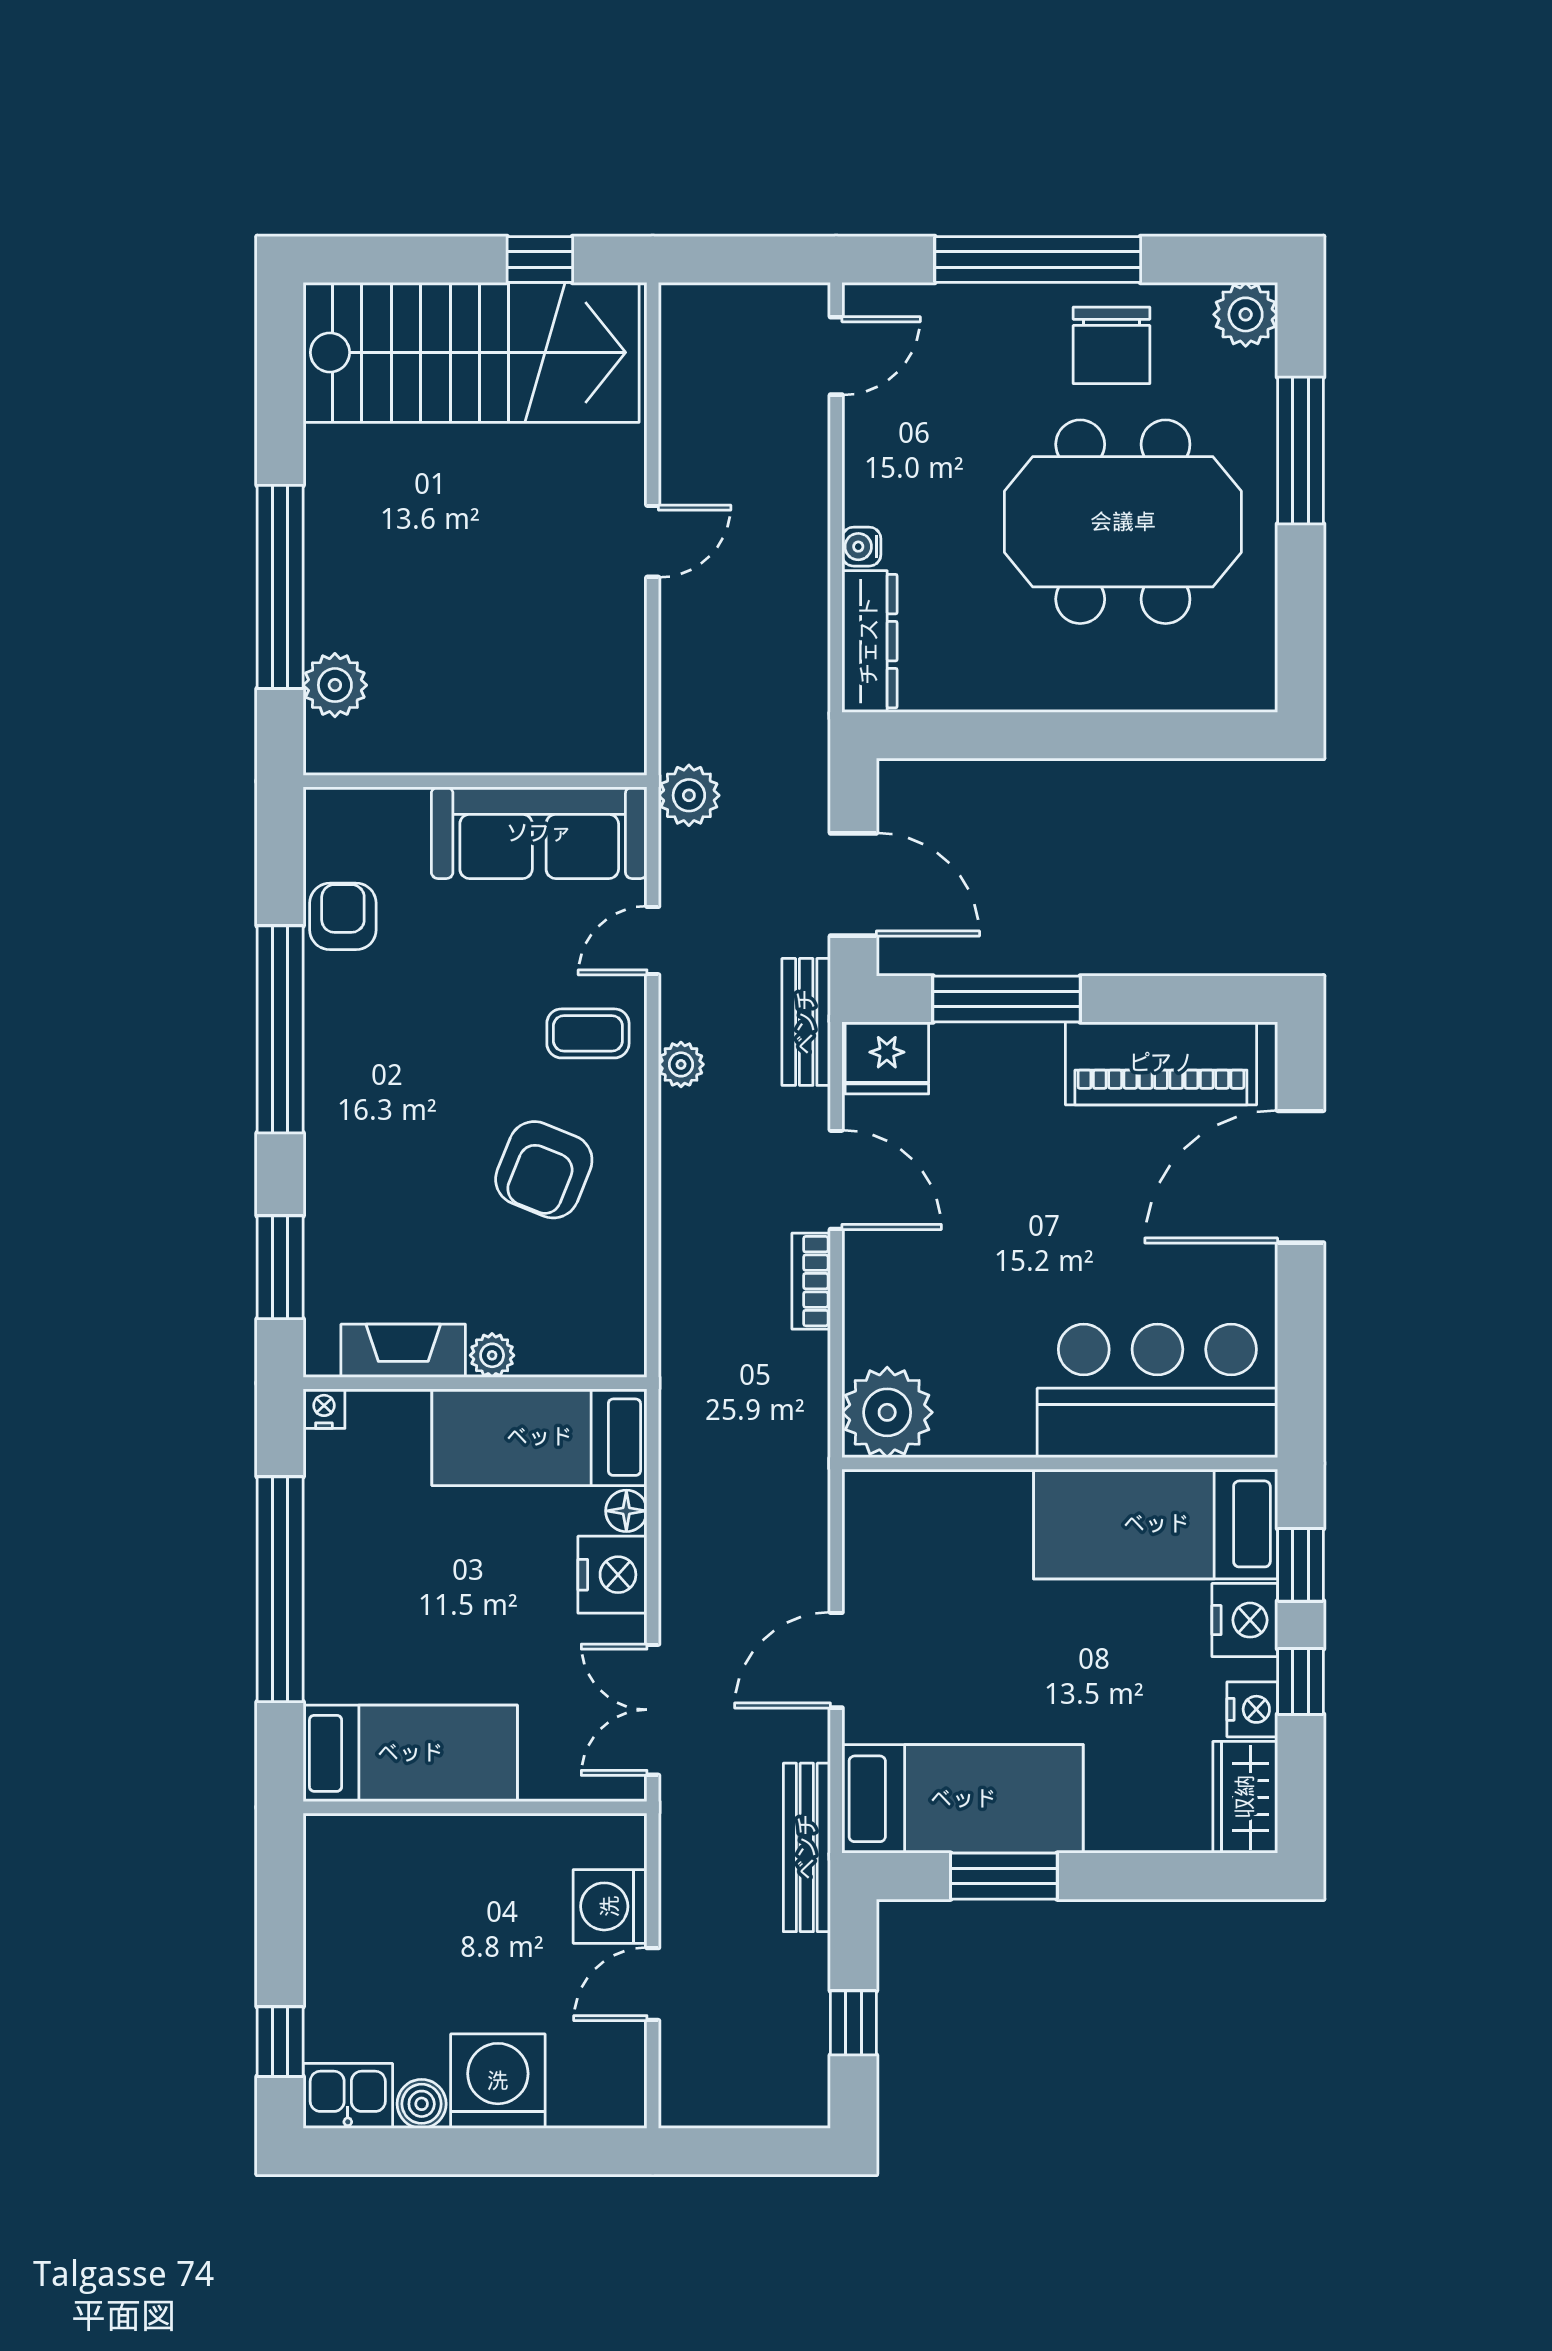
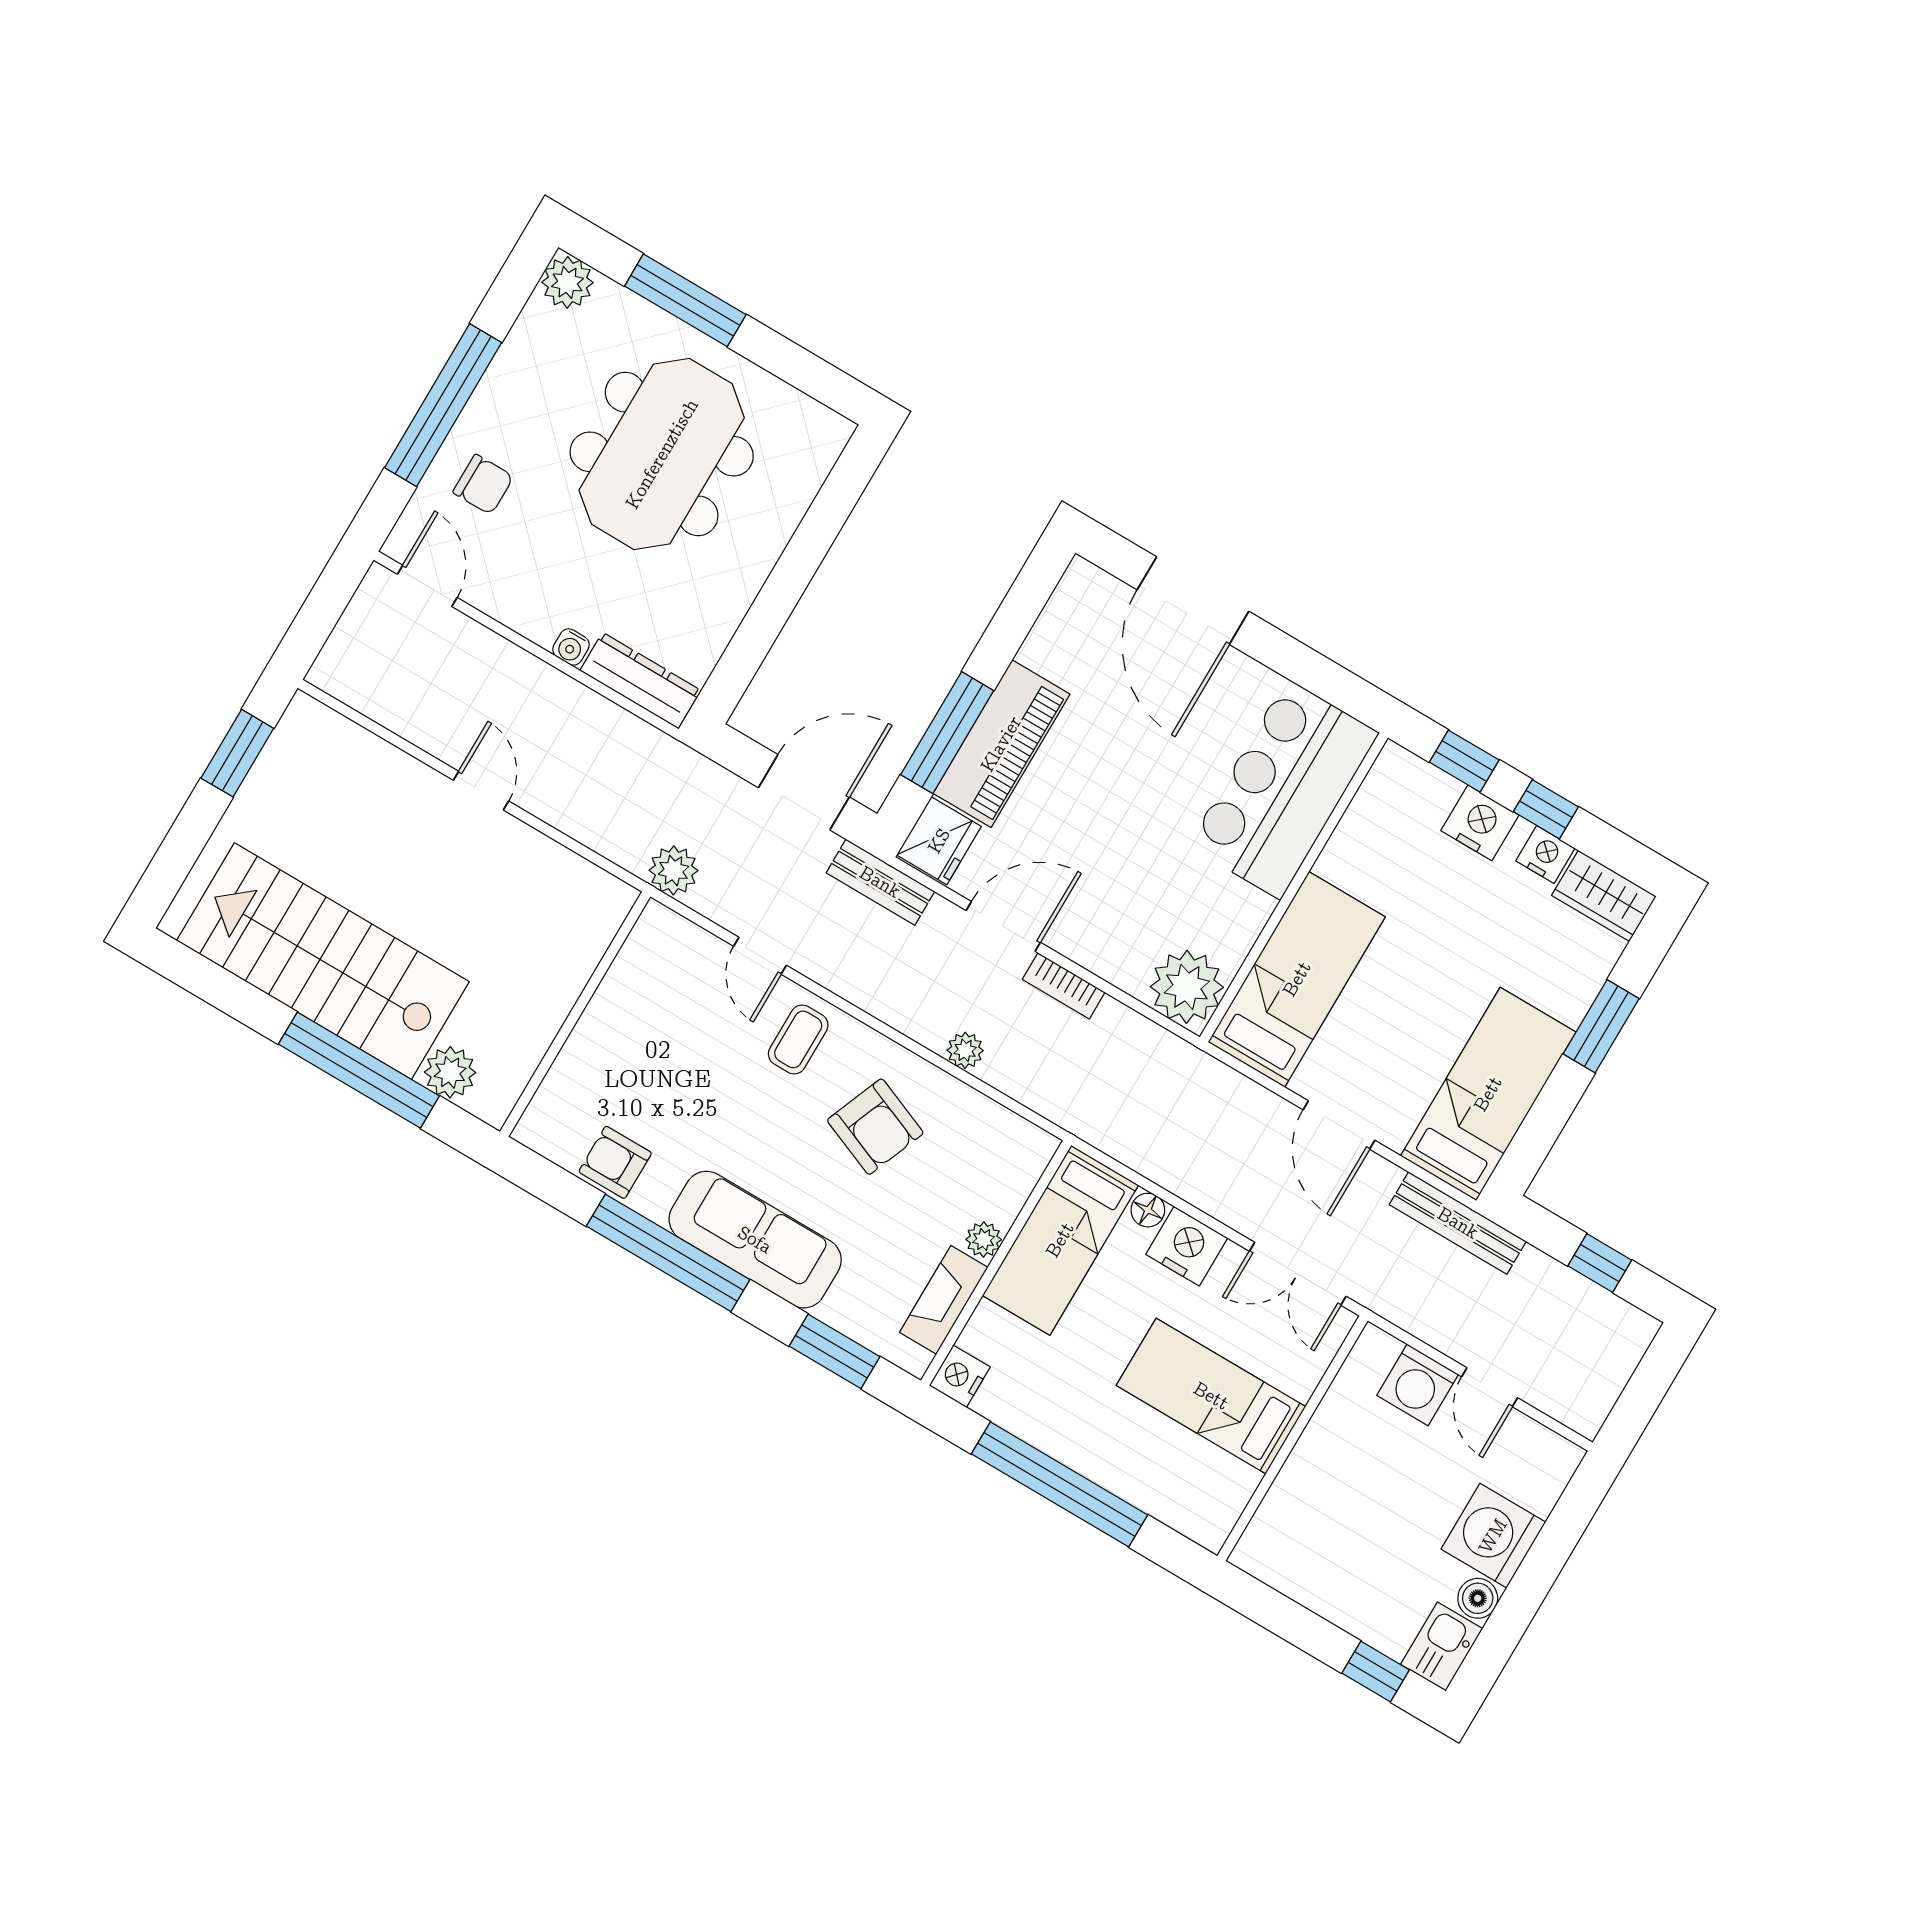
window: (540, 259) -> (237, 753), width x1.50
chair: (1112, 345) -> (483, 484), moved, width x0.73, depth x0.73
stairs: (471, 352) -> (323, 961), moved, turned -90
sofa: (539, 833) -> (755, 1240), moved, turned -90
piano: (1161, 1063) -> (1001, 744), moved
plant: (681, 1064) -> (965, 1050), moved
nightstand: (324, 1409) -> (960, 1376), width x1.39, depth x1.35
bed: (1156, 1524) -> (1297, 979), moved, turned 180
bed: (410, 1753) -> (1211, 1396), moved, turned -90
window: (1004, 1876) -> (1601, 1026), moved

